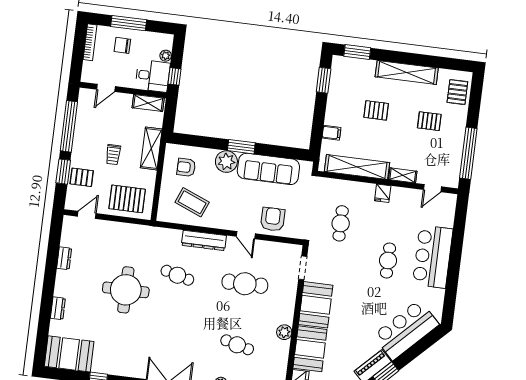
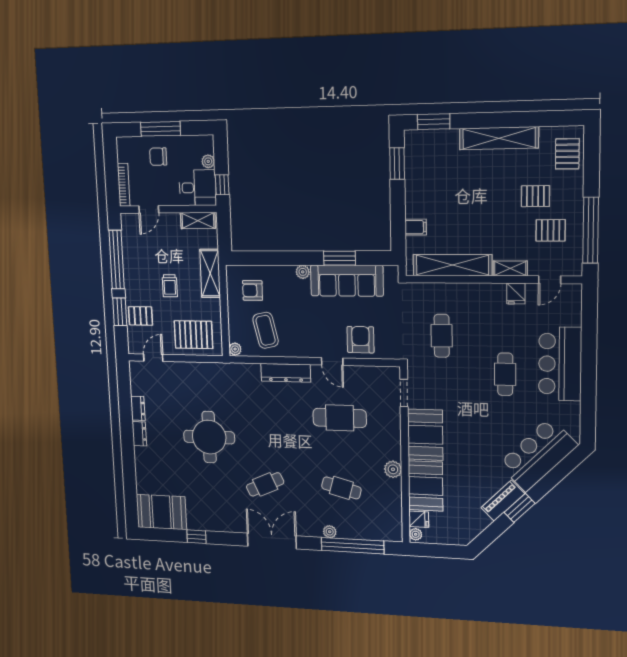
bookcase: (90, 42) -> (124, 185), moved
pallet: (376, 110) -> (551, 230), moved
window: (241, 147) -> (340, 258), moved
plant: (226, 162) -> (303, 272), width x0.53, depth x0.53
fridge: (383, 193) -> (516, 294), moved
coffee table: (192, 202) -> (266, 330), turned 55
plant: (162, 215) -> (235, 349), added
cafe table: (177, 275) -> (265, 484), moved, turned -39
dresser: (58, 308) -> (139, 434), moved

